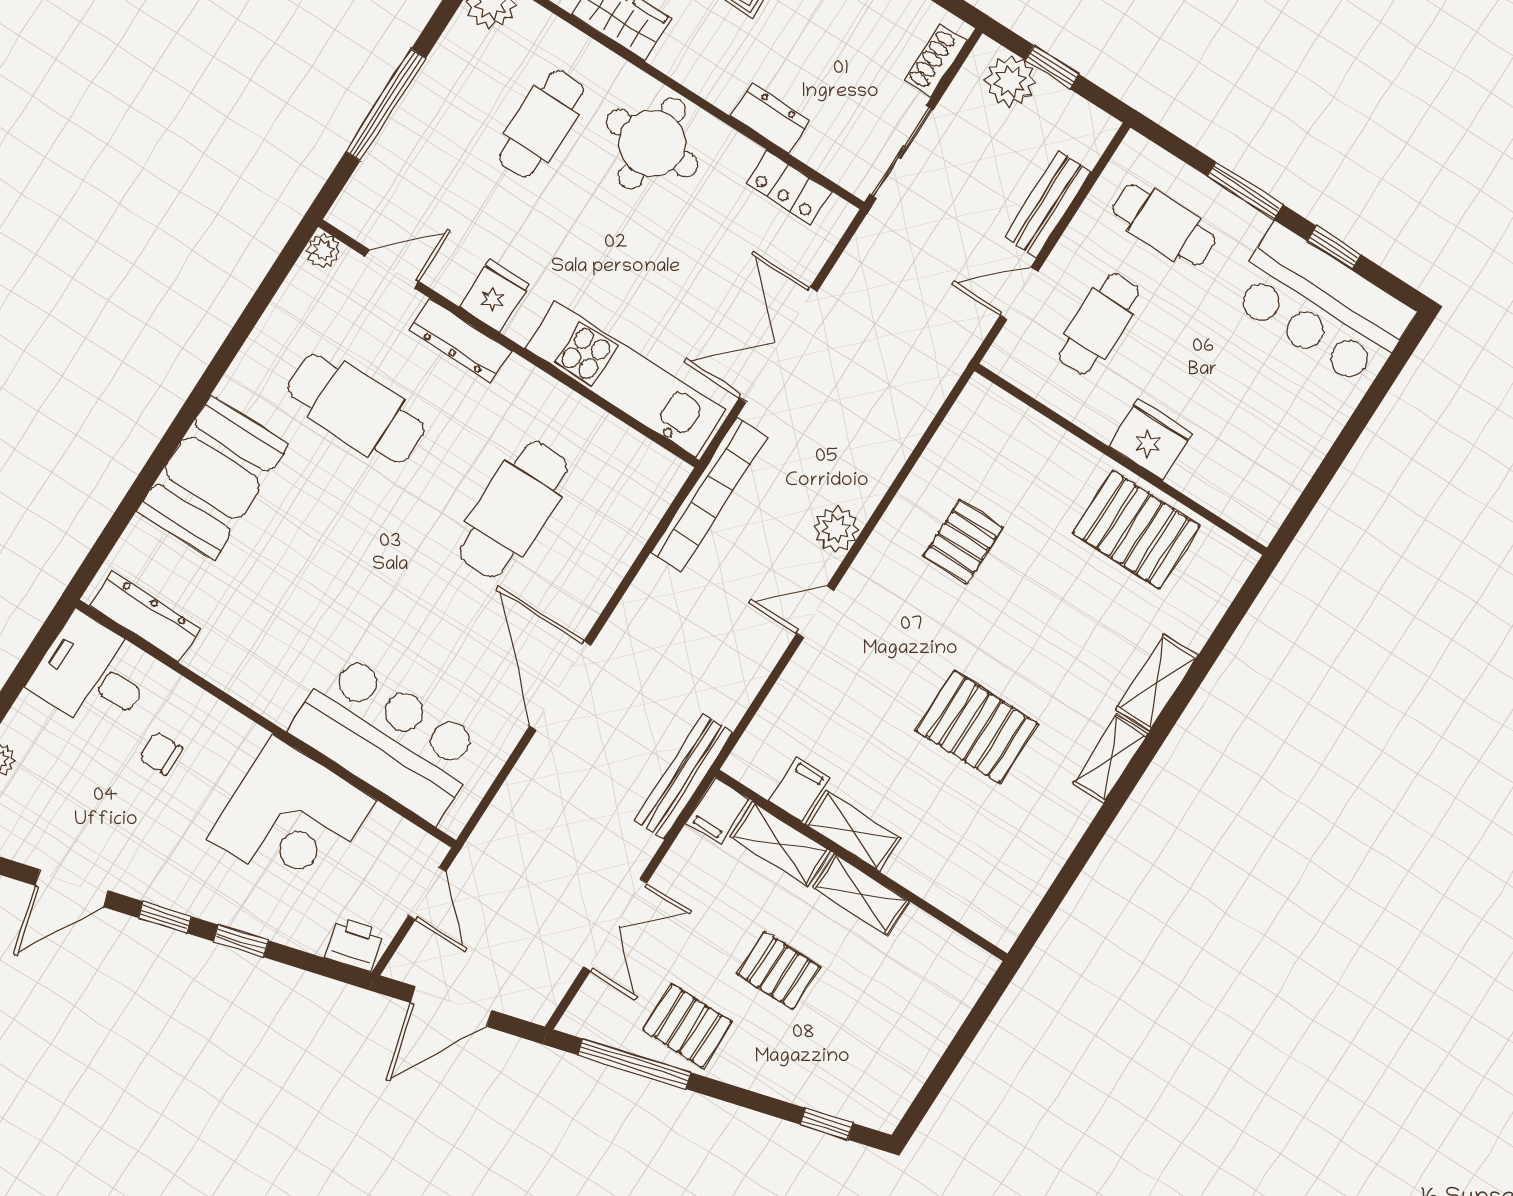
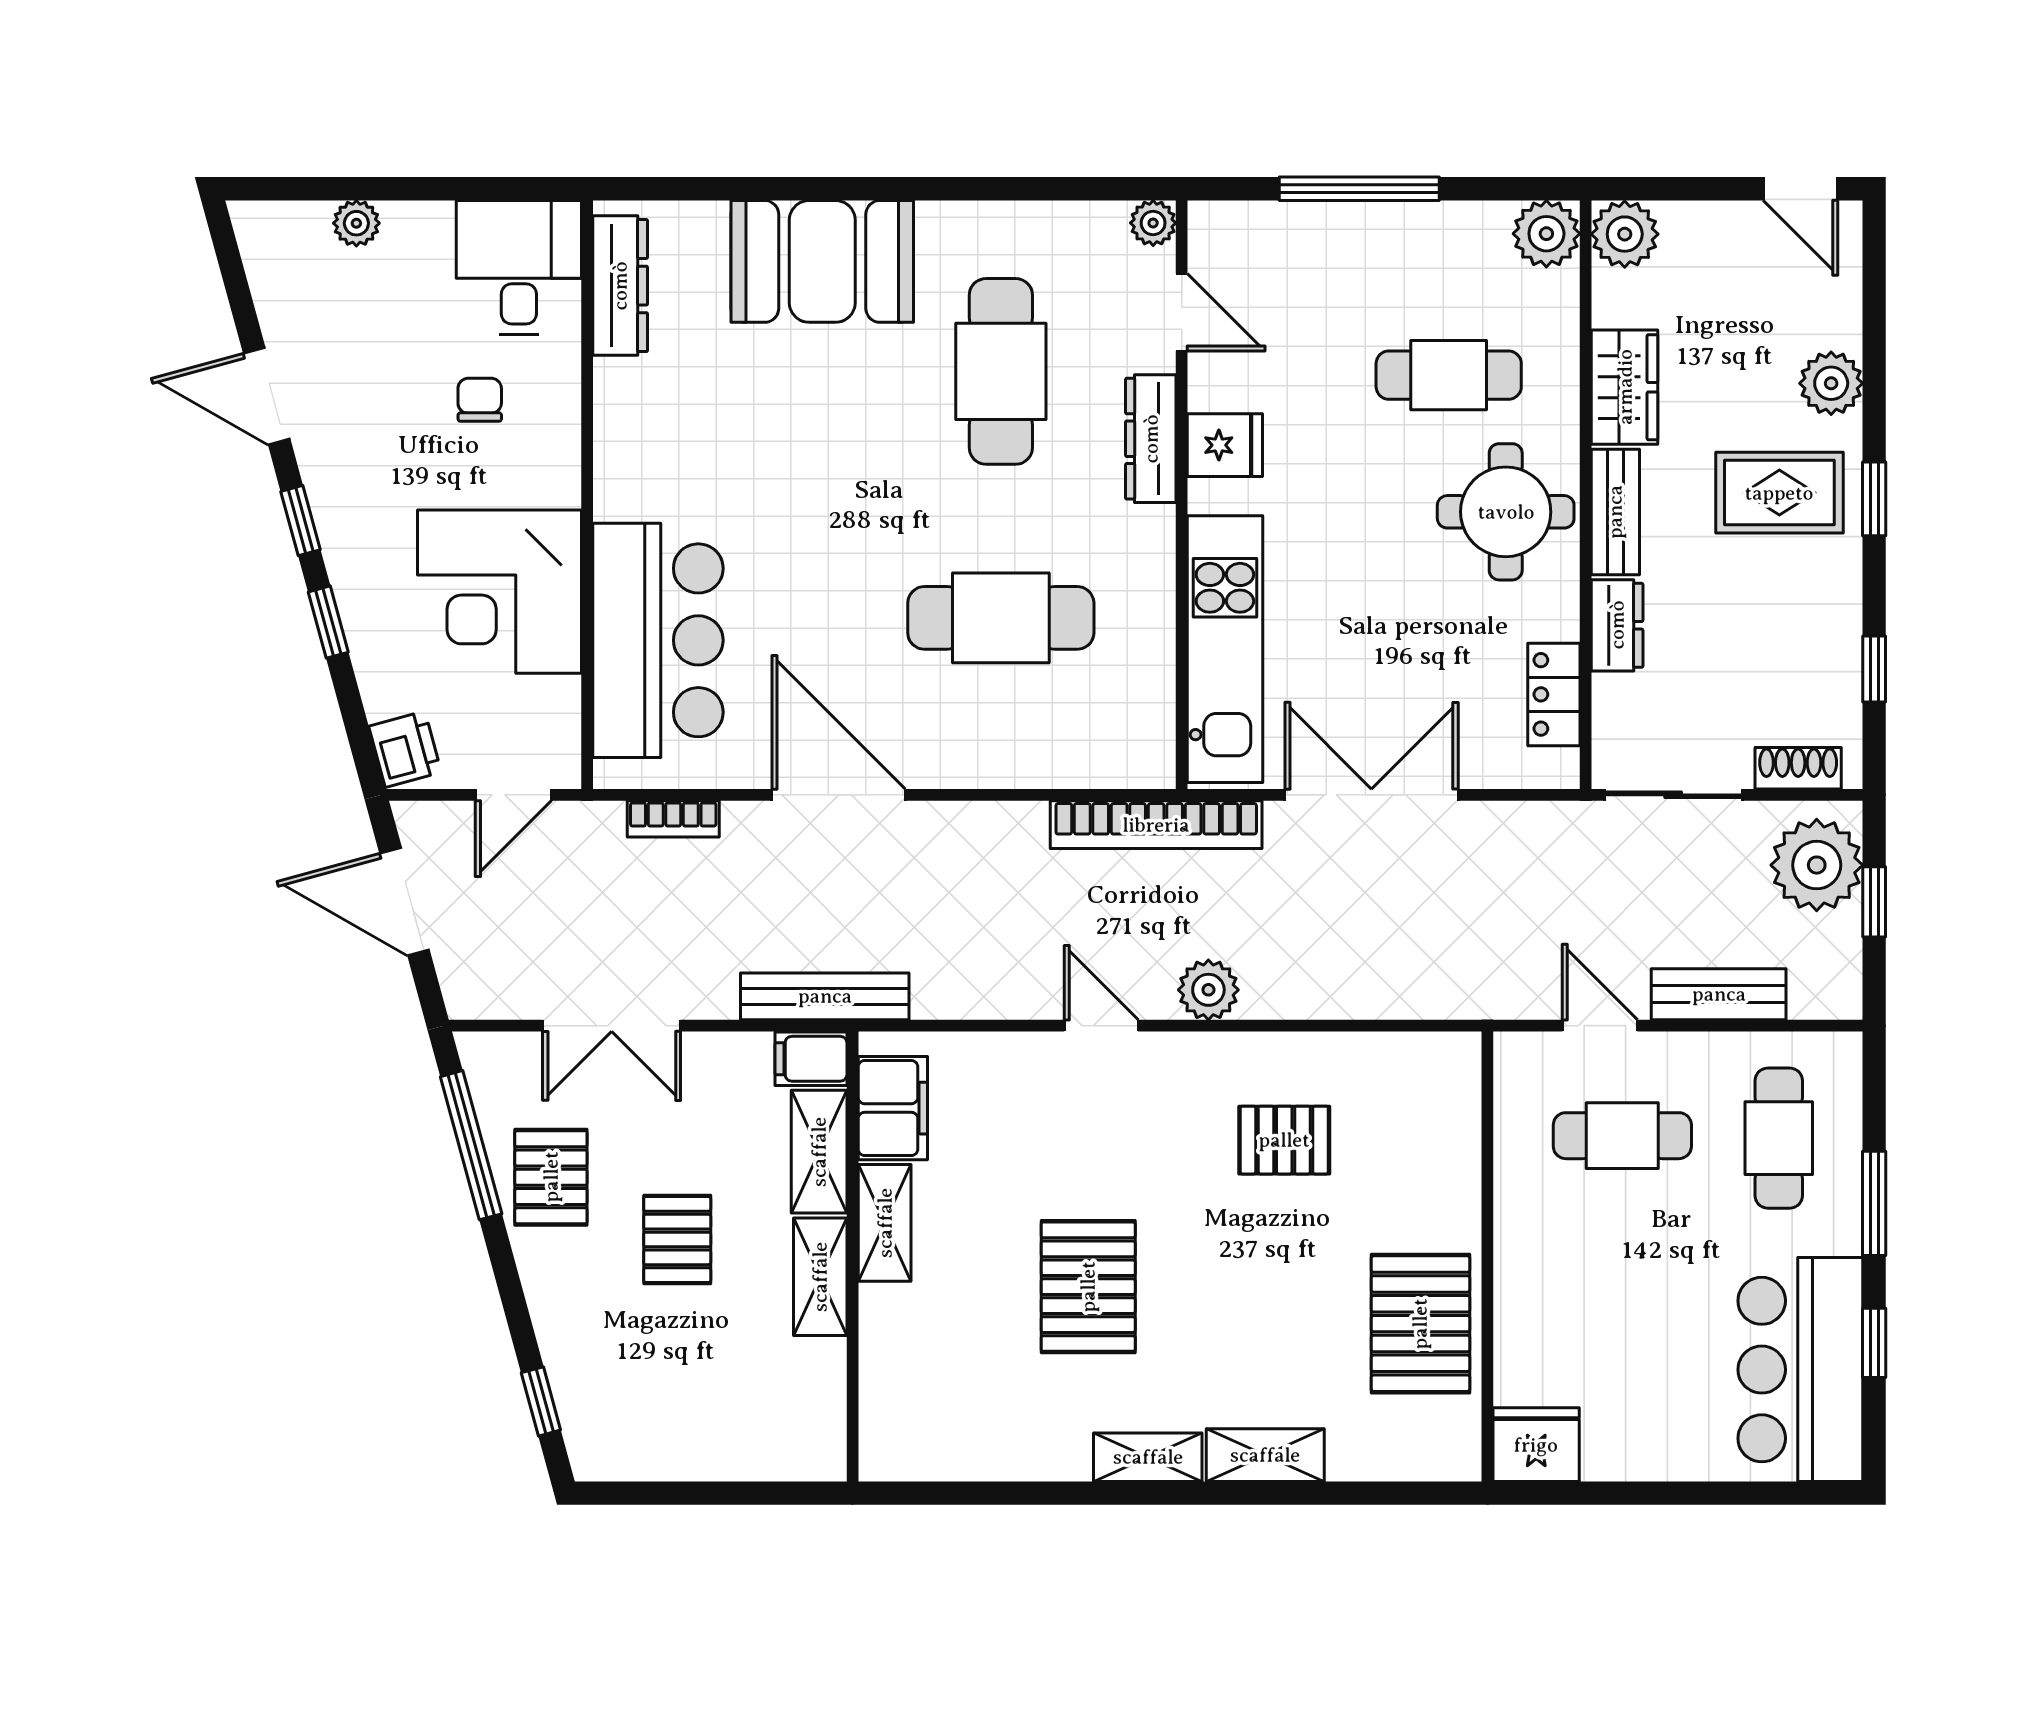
bench: (697, 73) -> (1615, 512), added
plant: (1010, 81) -> (1817, 865), width x1.36, depth x1.36
fridge: (1150, 440) -> (1536, 1445), moved, turned -90
door: (560, 685) -> (839, 795), hinge flipped
filing cabinet: (799, 789) -> (893, 1108), width x2.00
bookcase: (508, 801) -> (673, 819), added

